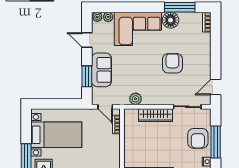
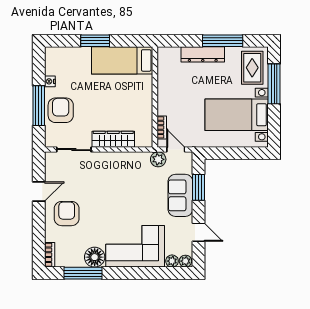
armchair: (172, 63) -> (67, 214), moved, turned 180
door: (216, 87) -> (39, 191), moved
plant: (136, 99) -> (158, 159), moved

